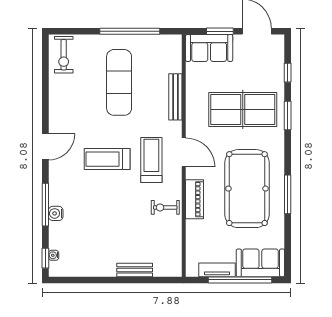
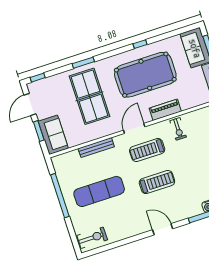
window: (288, 73) -> (38, 78), moved
treadmill: (107, 159) -> (157, 182), turned -90
window: (288, 194) -> (140, 44), width x0.46

